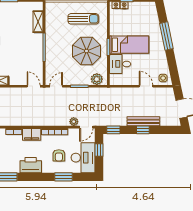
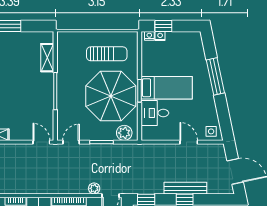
parasol: (86, 51) -> (111, 96), width x1.36, depth x1.36

